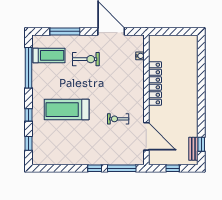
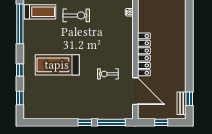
locker: (155, 84) -> (144, 54), moved

